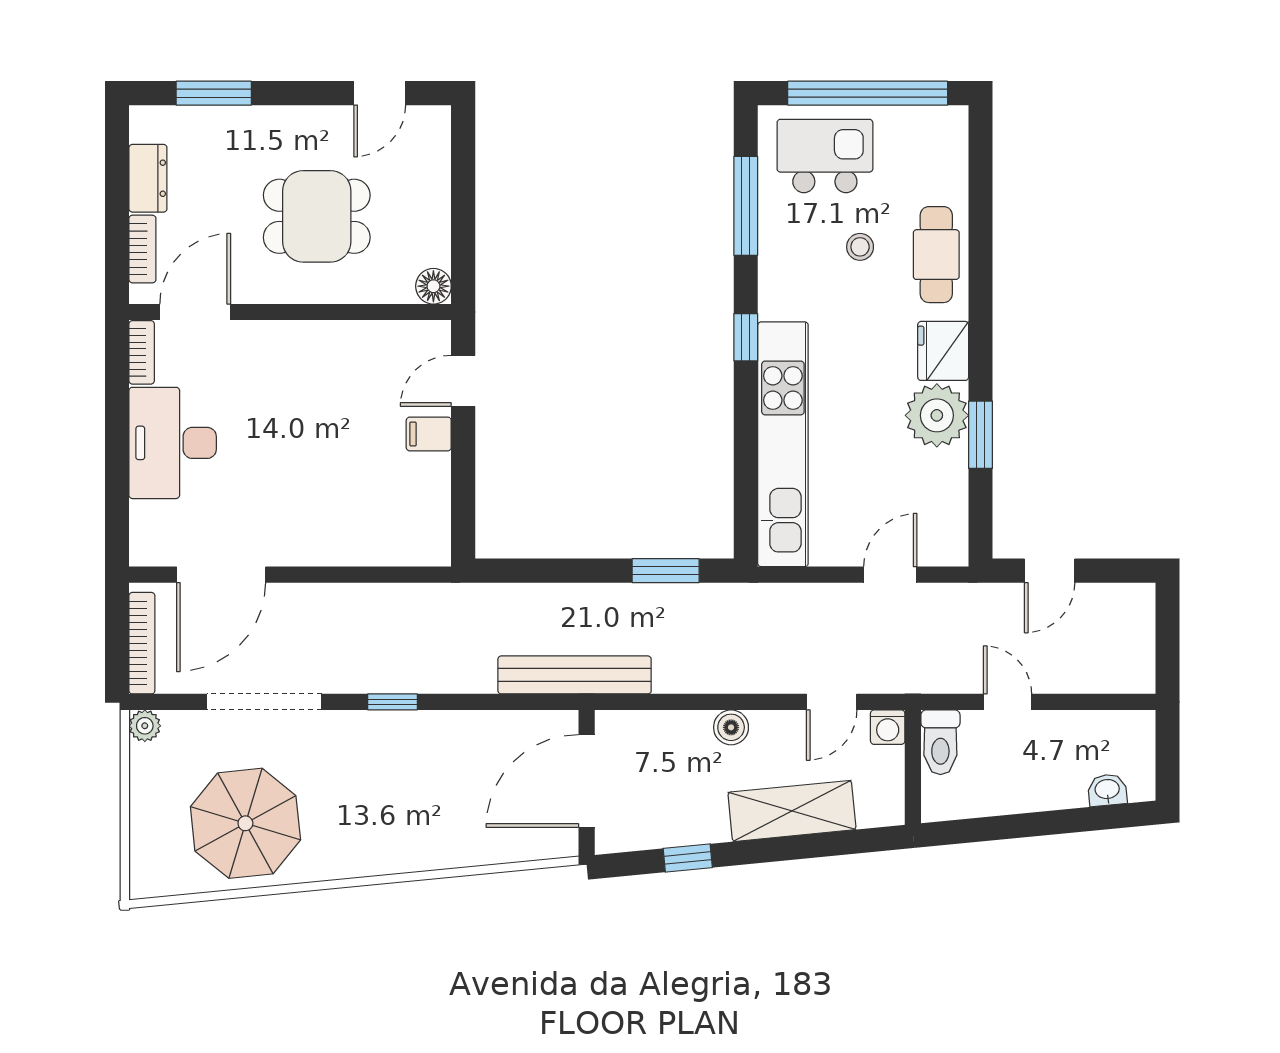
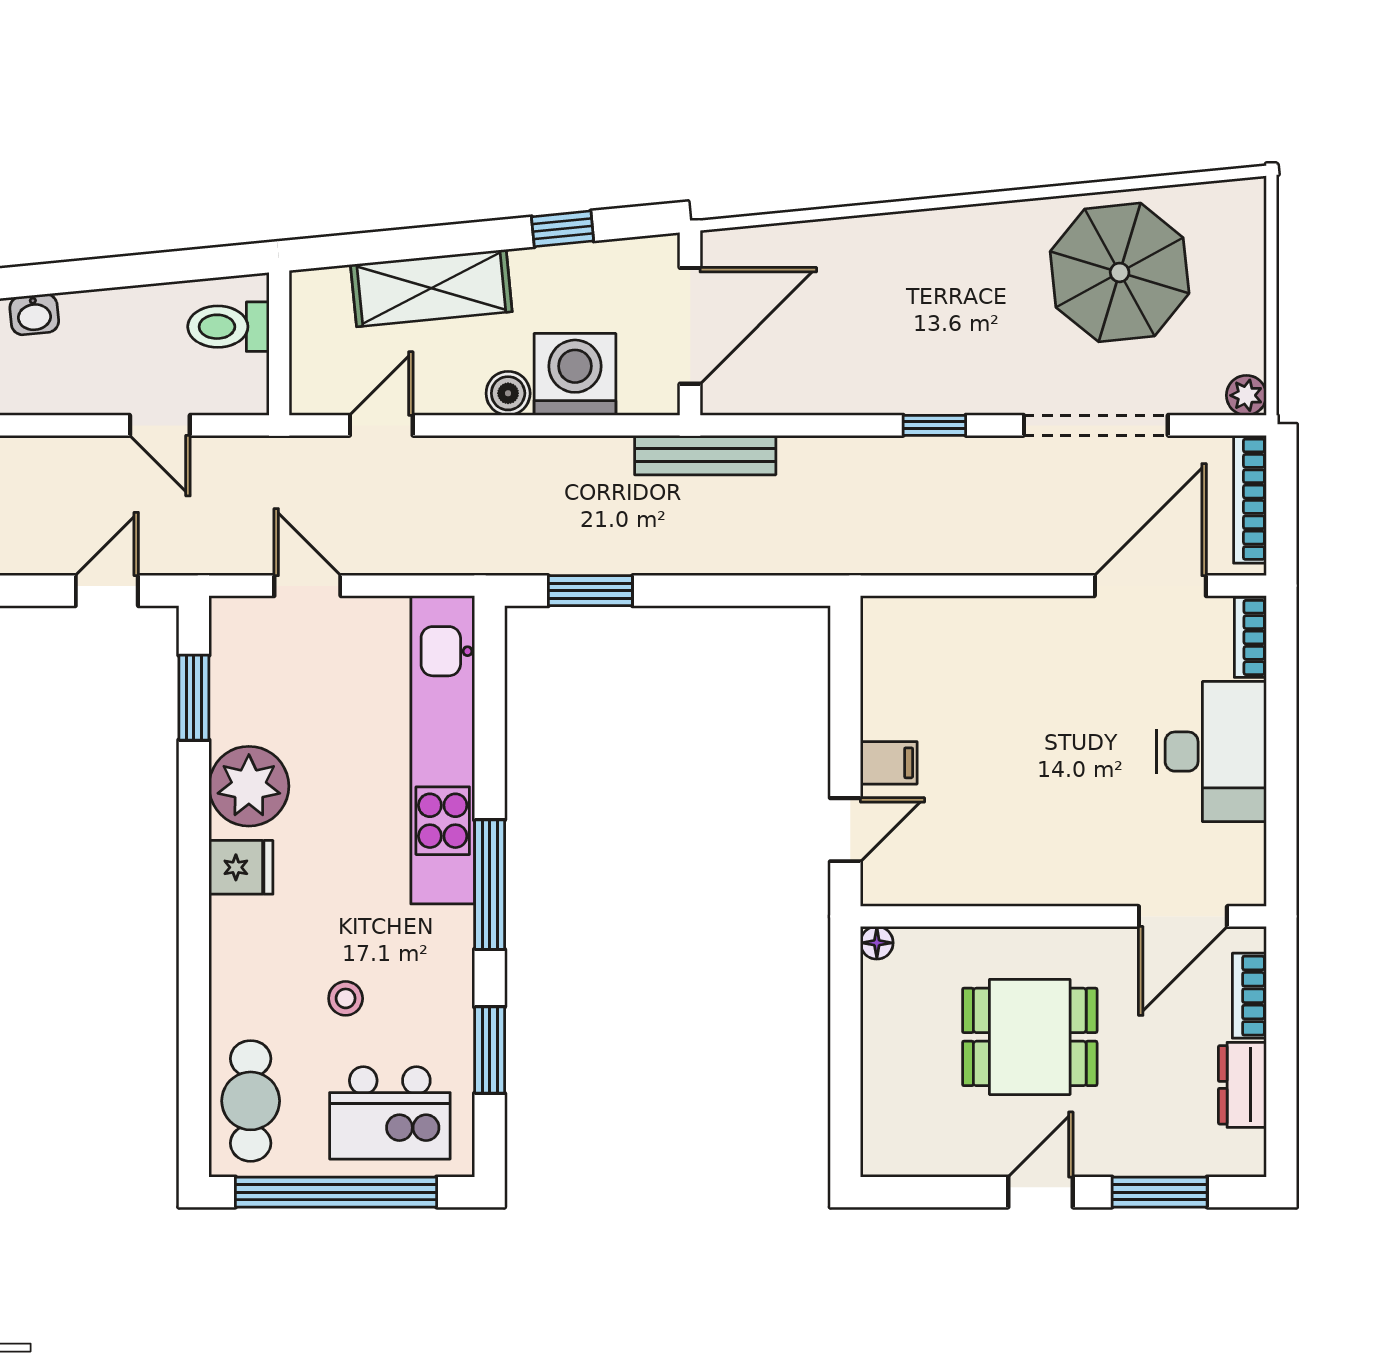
door: (380, 93) -> (1041, 1192), moved
window: (746, 206) -> (490, 1050), width x0.69
cafe table: (936, 255) -> (251, 1101), moved
floor lamp: (433, 286) -> (877, 943), width x0.73, depth x0.73
window: (746, 337) -> (490, 885), width x2.17
fridge: (943, 351) -> (241, 867), width x0.72
bookcase: (142, 352) -> (1250, 637), moved
window: (980, 435) -> (194, 698), moved
door: (890, 575) -> (307, 586), swing flipped
bench: (575, 675) -> (705, 455), width x0.73, depth x0.82
washing machine: (888, 727) -> (575, 374), moved, width x1.89, depth x1.89
toilet: (940, 742) -> (228, 327), moved, turned -90

